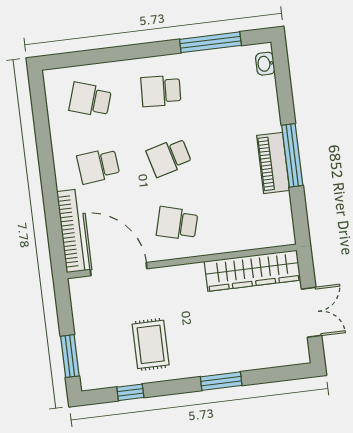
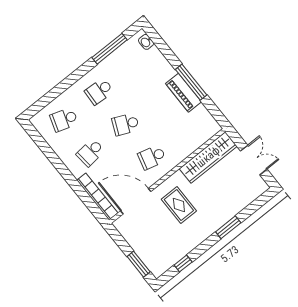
school desk: (169, 157) -> (126, 124), turned 39
rug: (151, 344) -> (179, 205), moved

